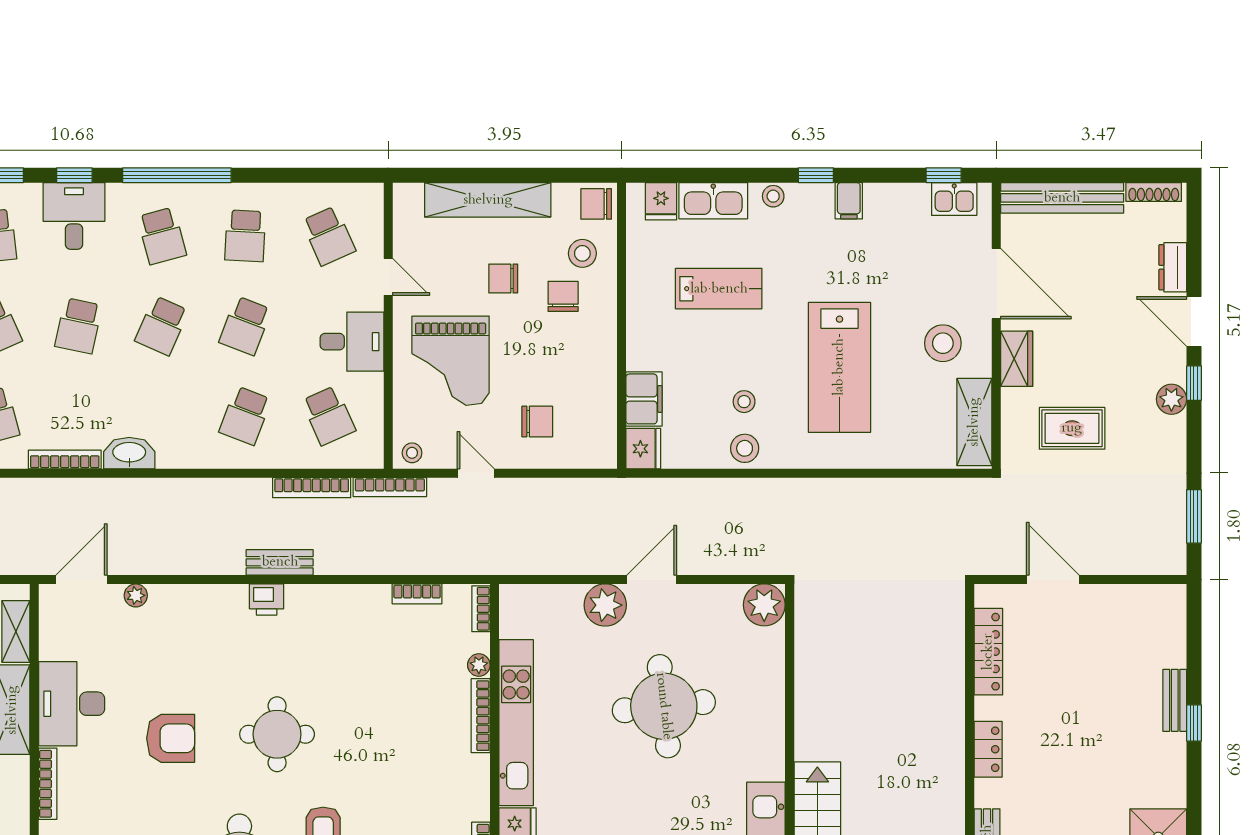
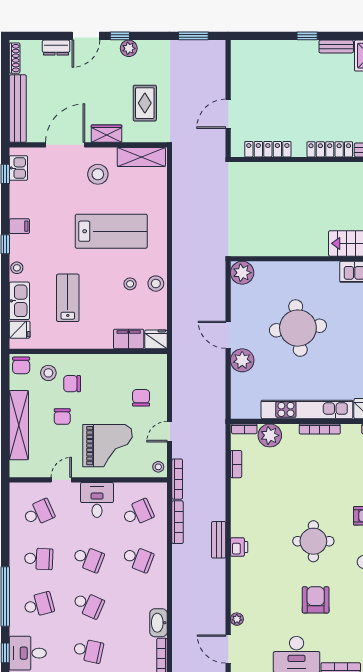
plant: (479, 665) -> (270, 435), width x1.87, depth x1.87
bench: (1175, 700) -> (336, 46), moved
bookcase: (481, 716) -> (320, 429), moved
locker: (988, 749) -> (330, 149), width x1.53

